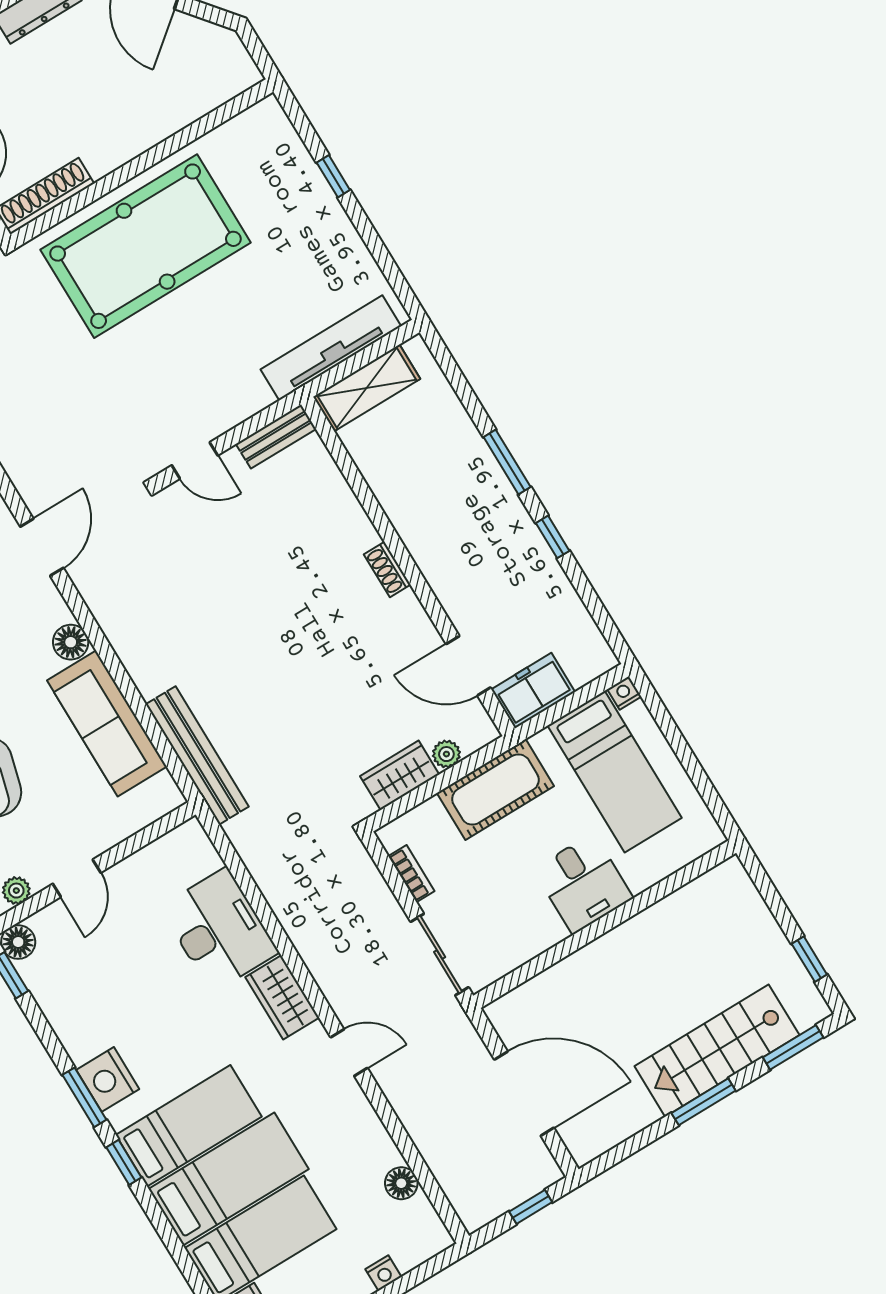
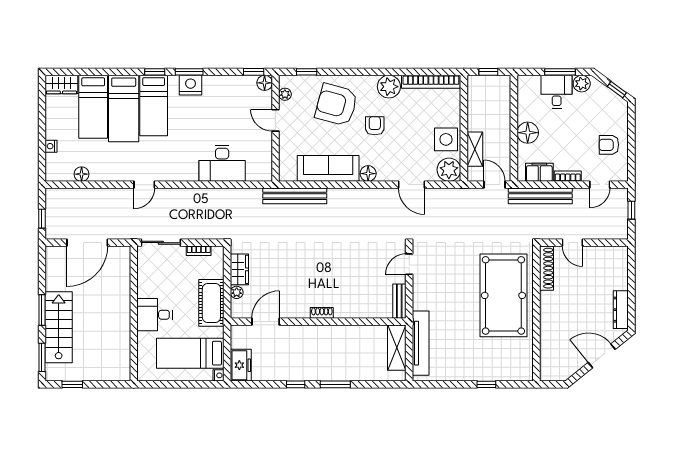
freezer: (533, 691) -> (241, 365), moved
wardrobe: (282, 997) -> (181, 172), removed

